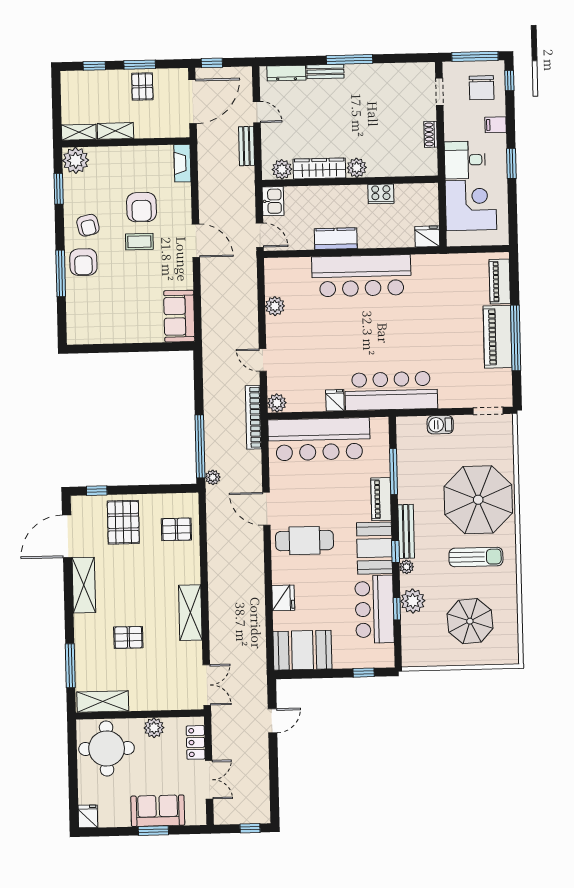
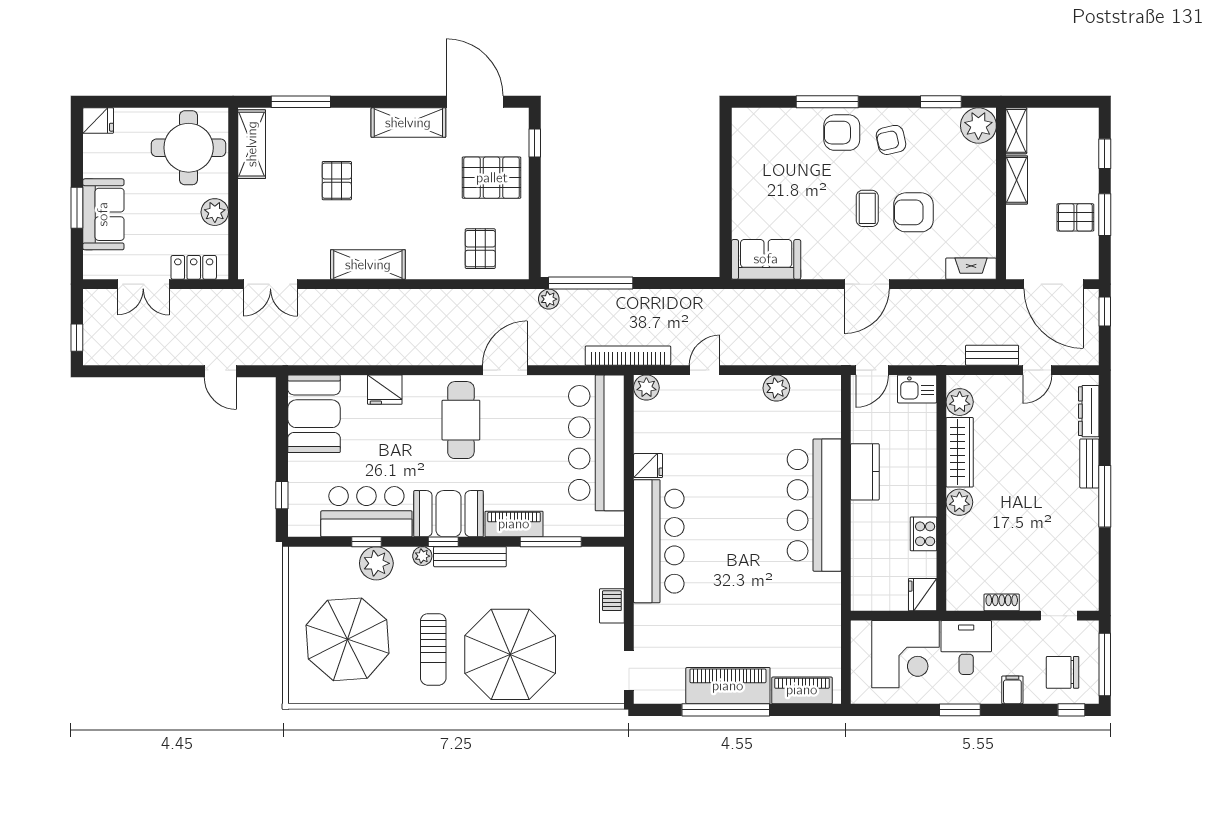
fridge: (427, 236) -> (923, 595), moved, turned 180
parasol: (470, 621) -> (347, 639), width x1.36, depth x1.36

